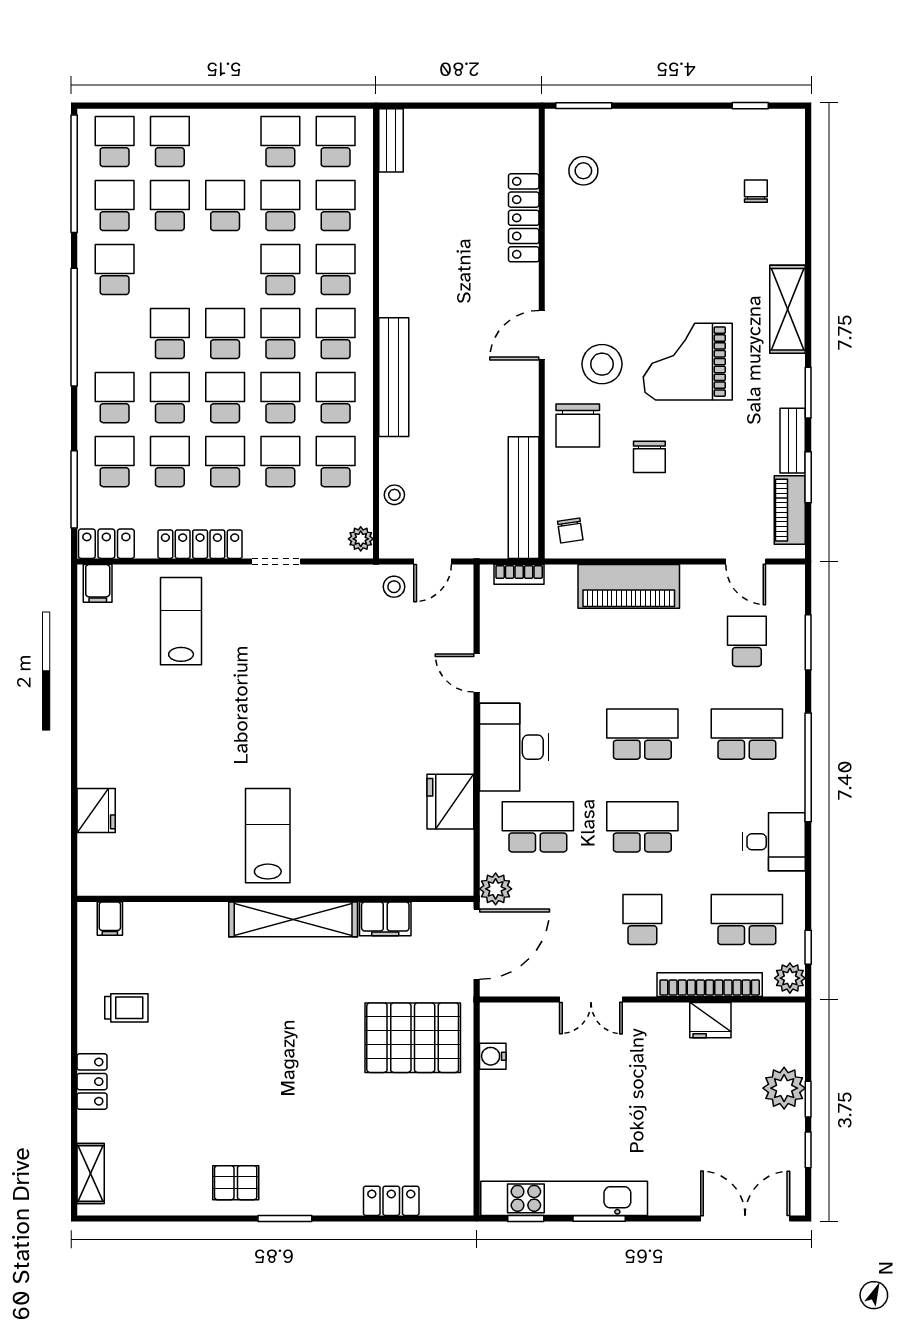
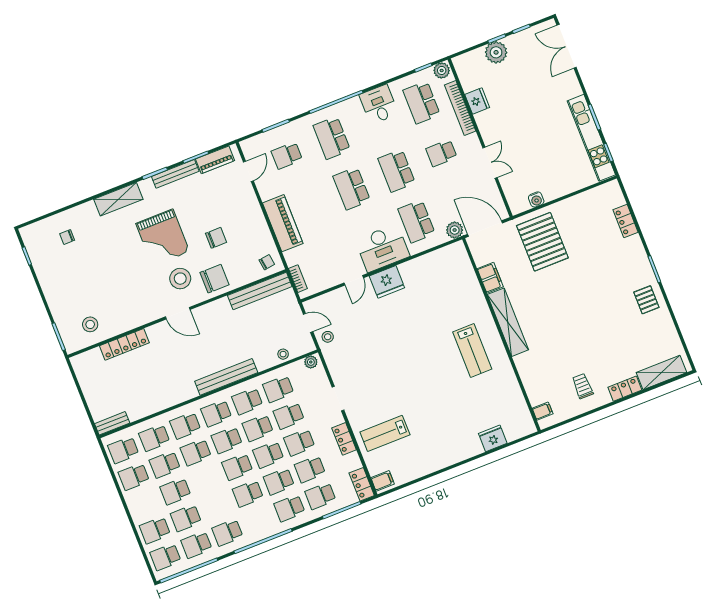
bench: (793, 441) -> (175, 174), width x1.36
locker: (200, 544) -> (344, 439), width x0.66
fridge: (450, 802) -> (387, 282), moved
lab bench: (268, 836) -> (472, 350), turned -90
shelving: (91, 1174) -> (661, 372), width x1.50, depth x1.33

